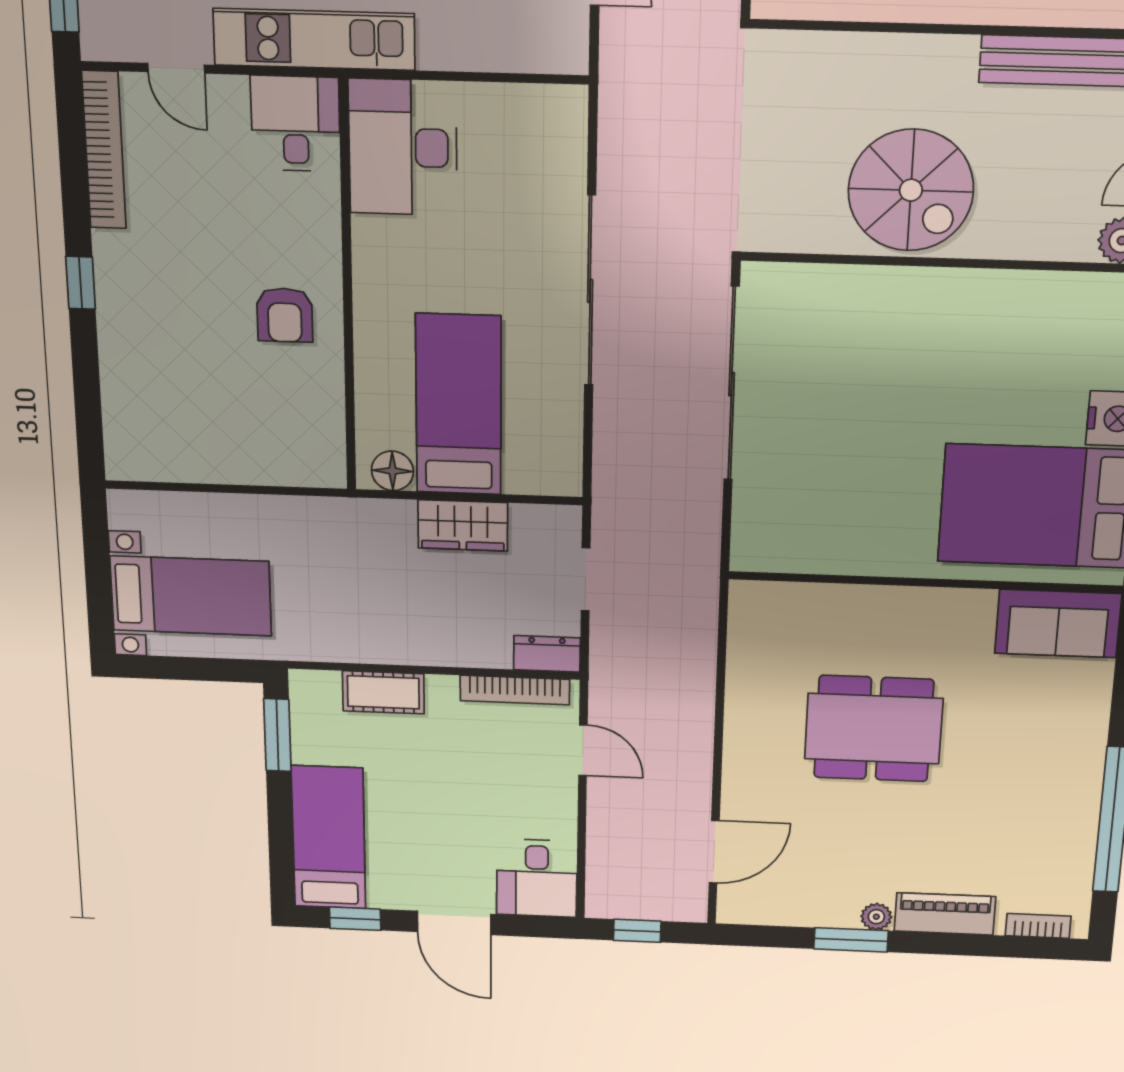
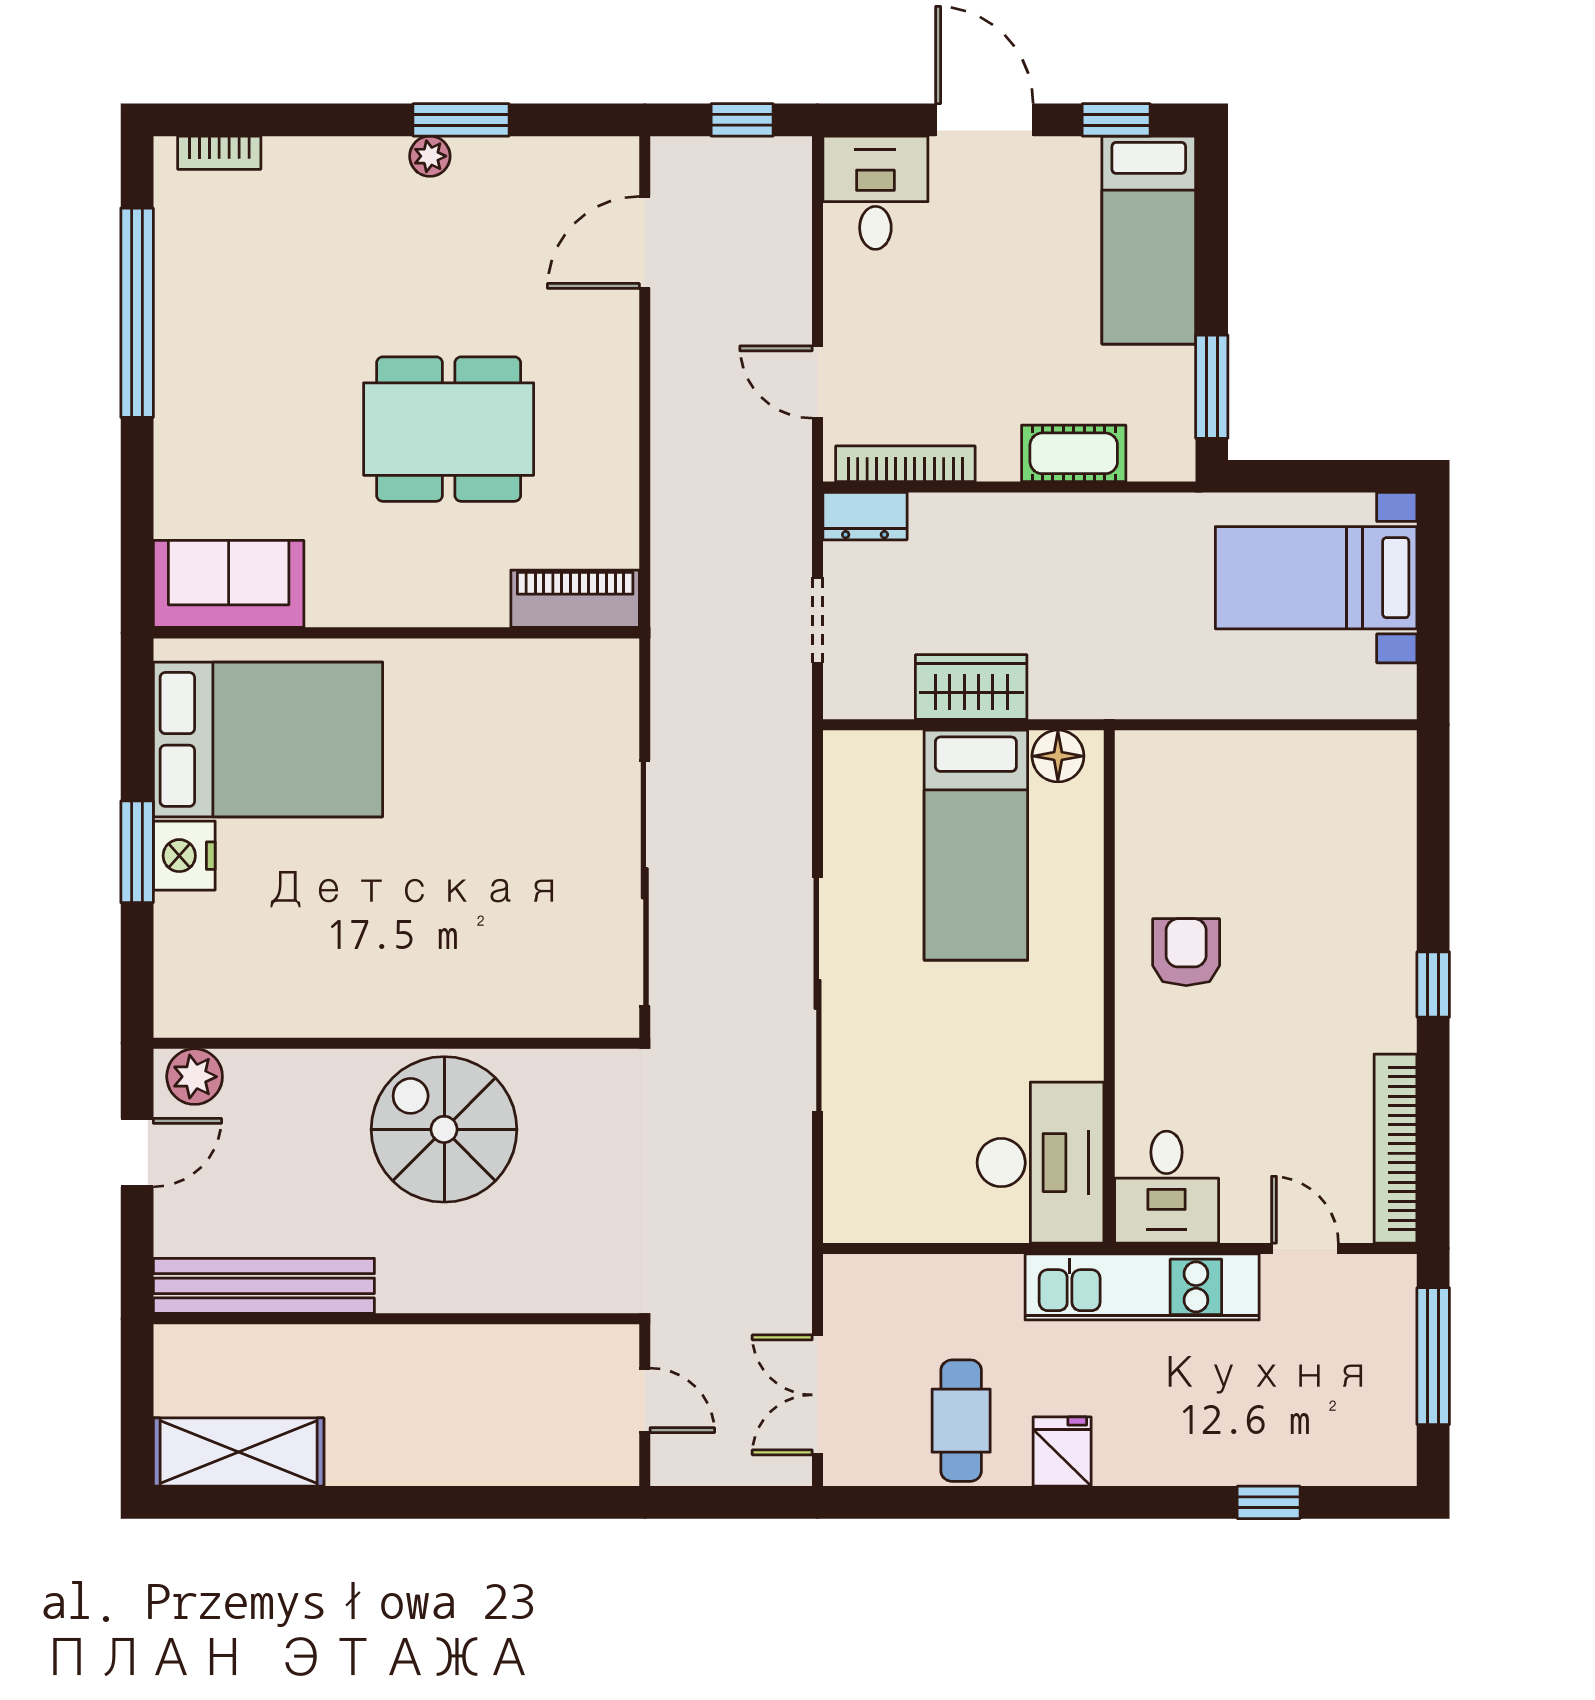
piano: (945, 914) -> (575, 599), moved, turned 180

